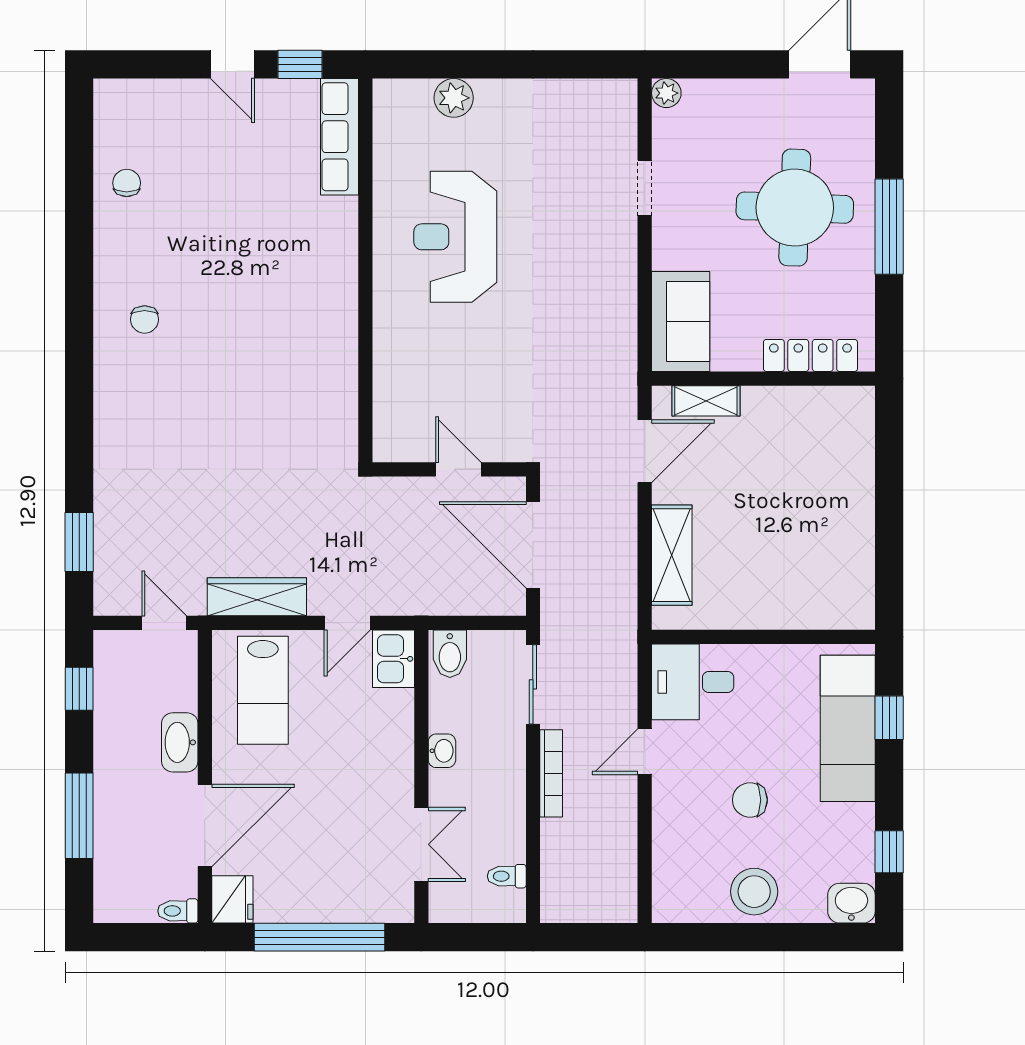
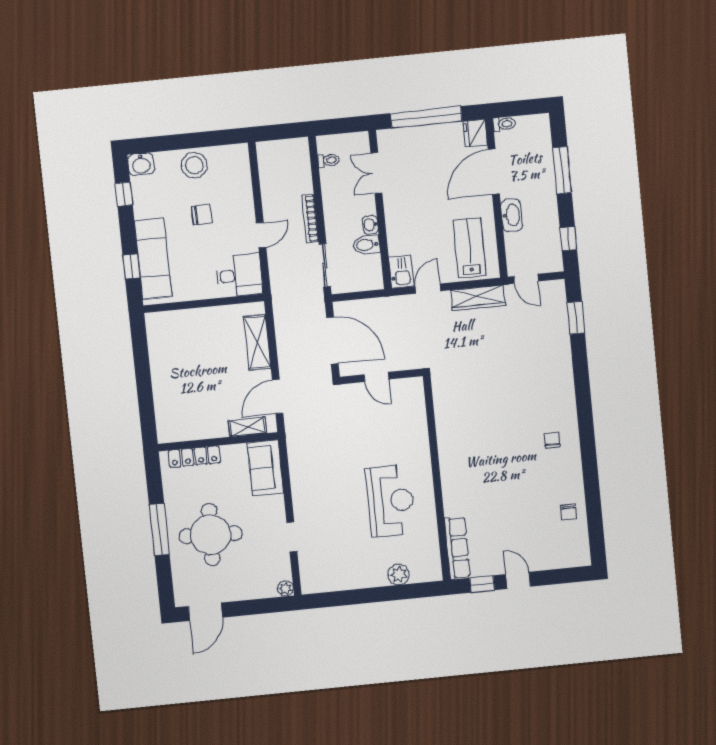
bidet: (450, 654) -> (367, 245), moved, turned -90

